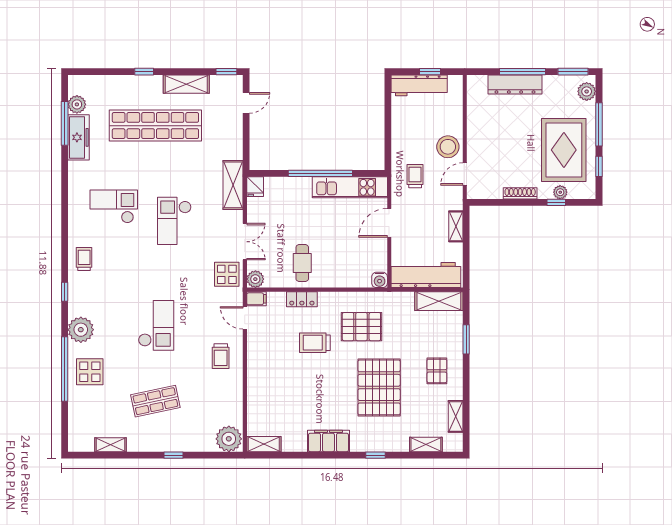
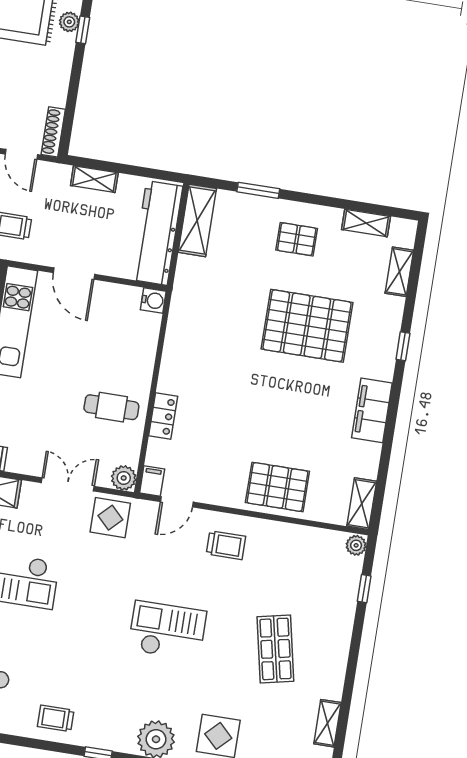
shoe rack: (520, 193) -> (53, 132), moved
pallet: (361, 327) -> (277, 487), moved, turned 90
trolley: (315, 343) -> (228, 407), removed
plant: (229, 439) -> (356, 545), width x0.53, depth x0.53
window: (173, 455) -> (364, 589), moved

